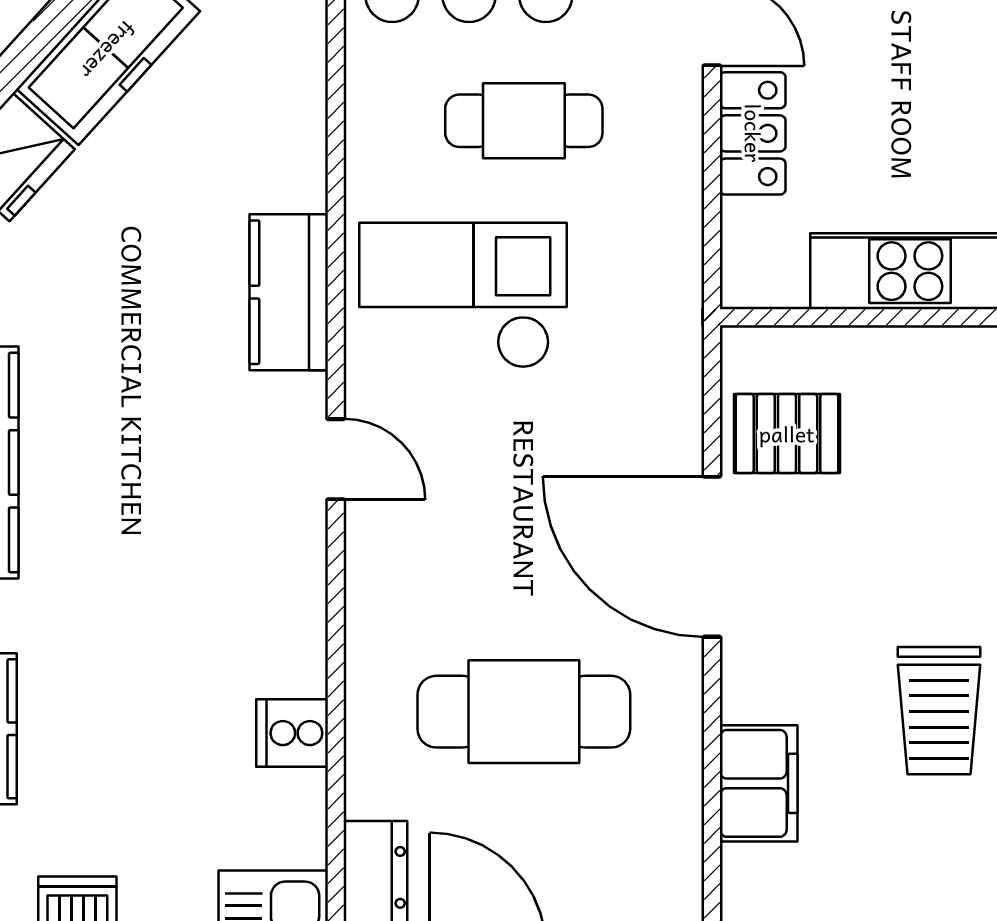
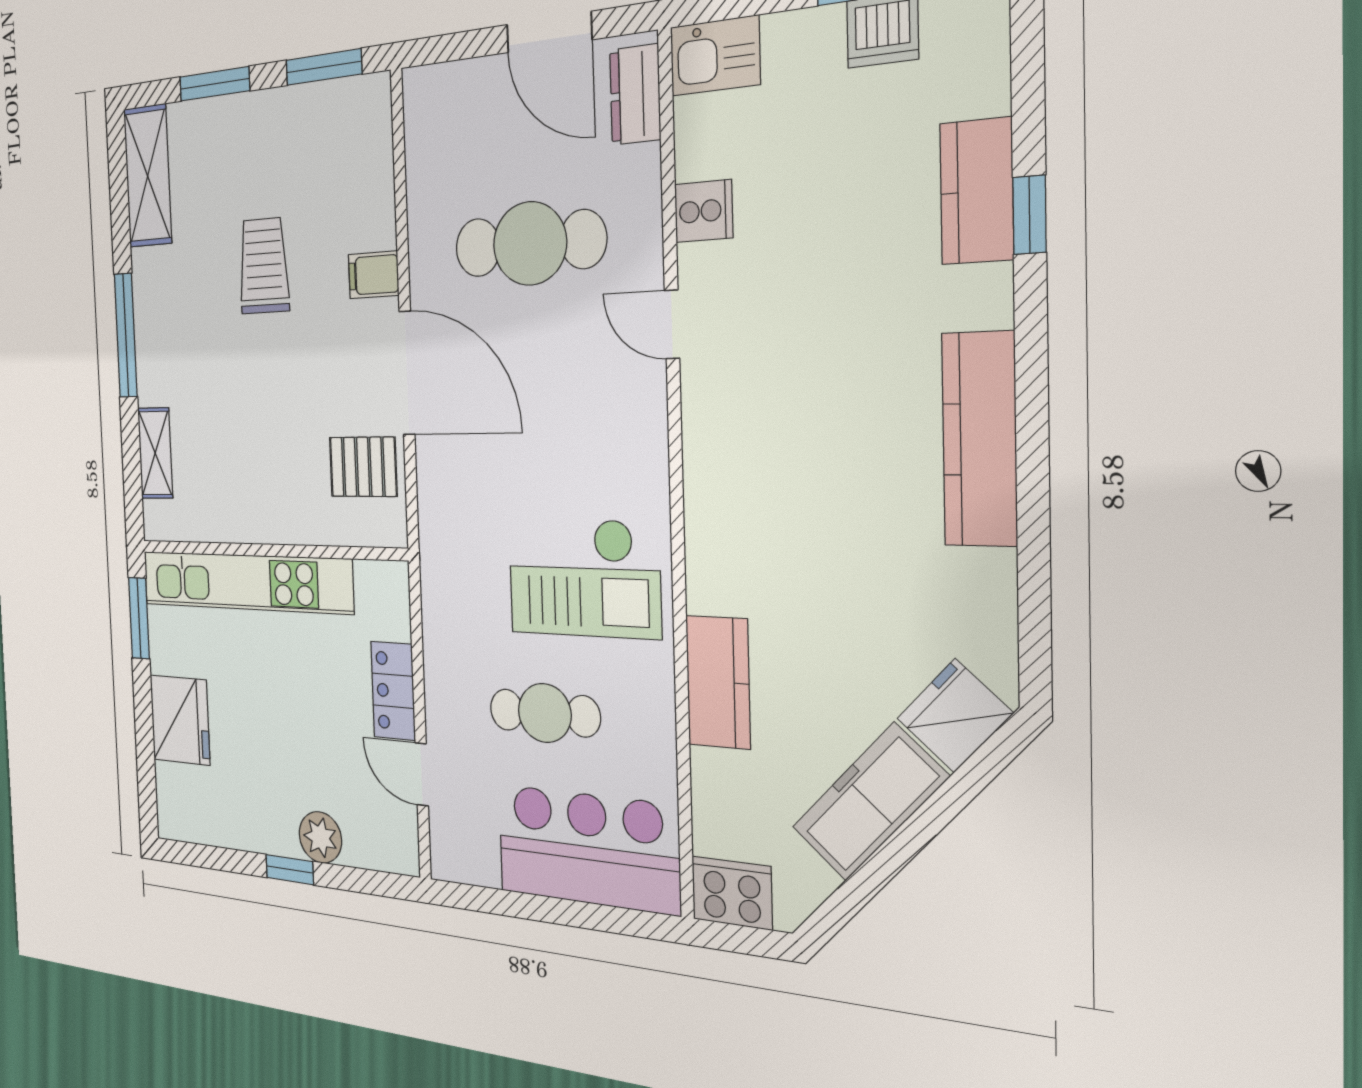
kitchen counter: (289, 292) -> (718, 682), moved
door: (336, 459) -> (672, 324), moved
filing cabinet: (759, 783) -> (374, 275), moved, width x0.50

